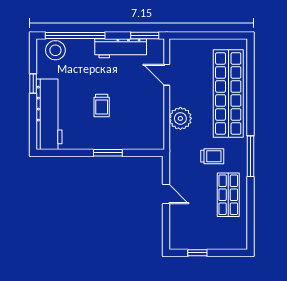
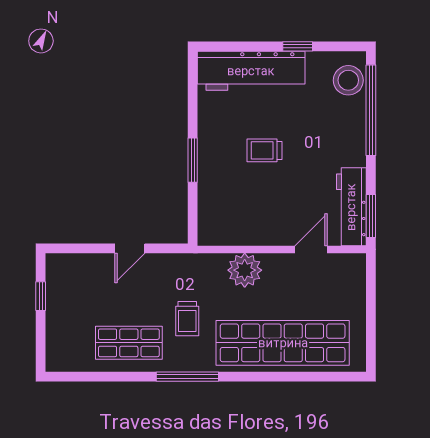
workbench: (121, 48) -> (351, 207), moved

